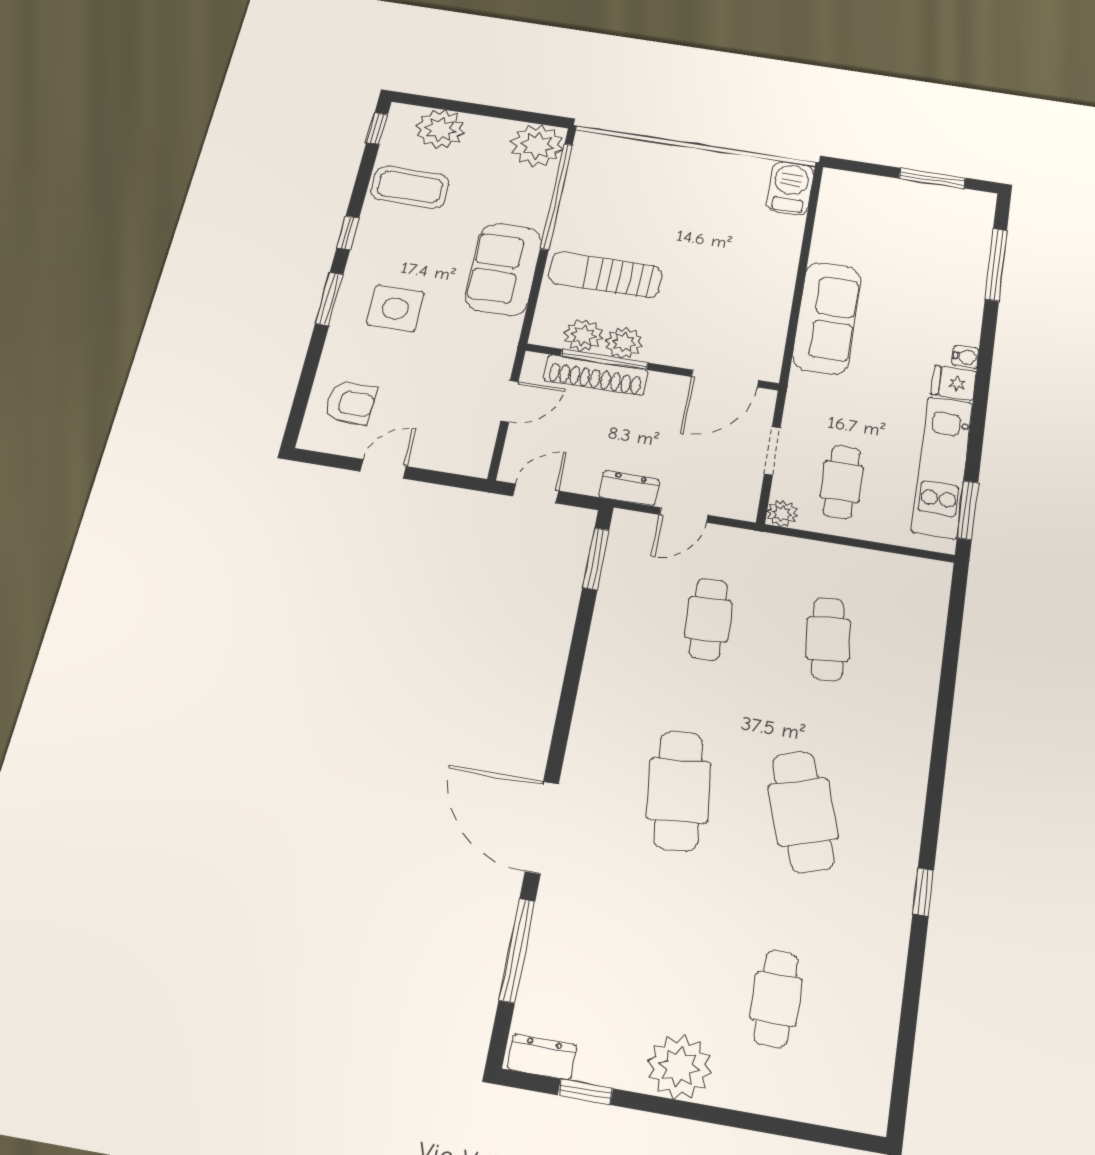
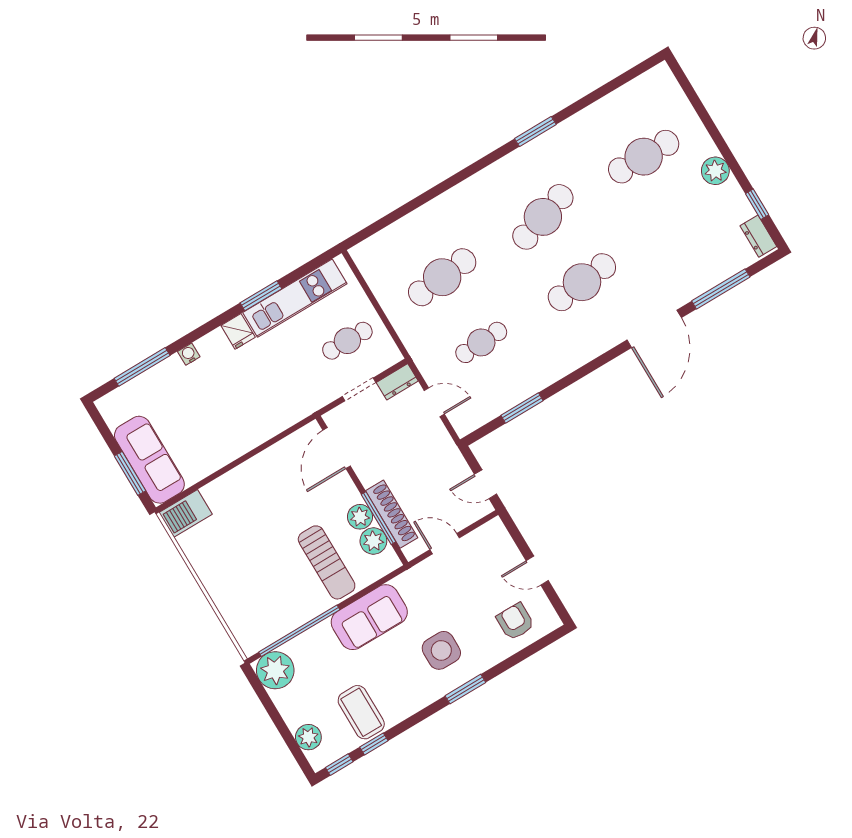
plant: (440, 129) -> (308, 737), width x0.73, depth x0.73
window: (932, 178) -> (130, 473), moved
window: (348, 233) -> (374, 744), moved
sofa: (827, 318) -> (149, 460), moved, turned 90
water cooler: (966, 357) -> (189, 354), moved
door: (725, 378) -> (337, 448), swing flipped
dresser: (629, 488) -> (397, 382), moved, turned -90
window: (968, 510) -> (261, 296), moved
plant: (782, 513) -> (391, 355), removed
window: (596, 559) -> (522, 408), moved
cafe table: (828, 639) -> (442, 277), width x1.37, depth x1.35
window: (923, 892) -> (535, 132), width x1.50
cafe table: (776, 999) -> (644, 157), width x1.37, depth x1.35
plant: (679, 1067) -> (715, 171), width x0.73, depth x0.73

